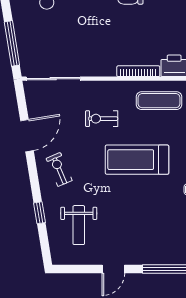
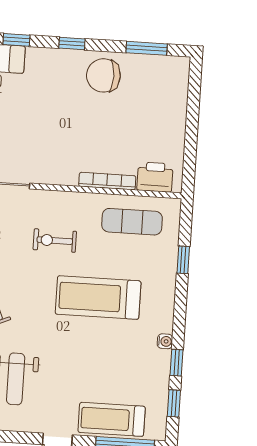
treadmill: (153, 251) -> (112, 419), added

